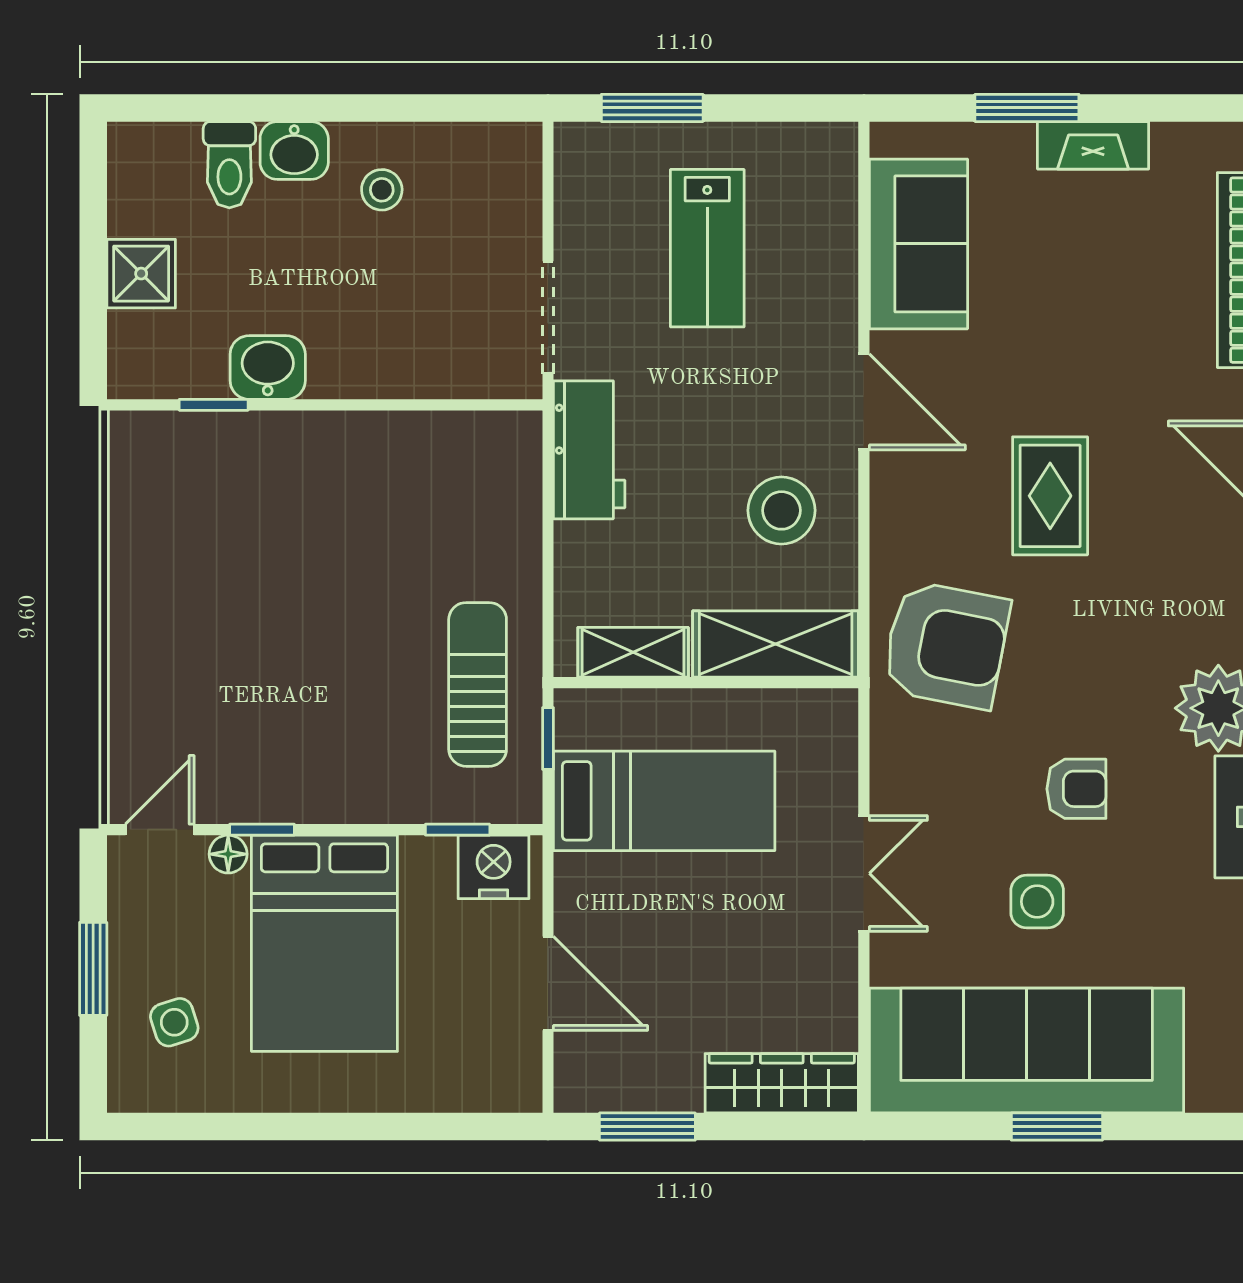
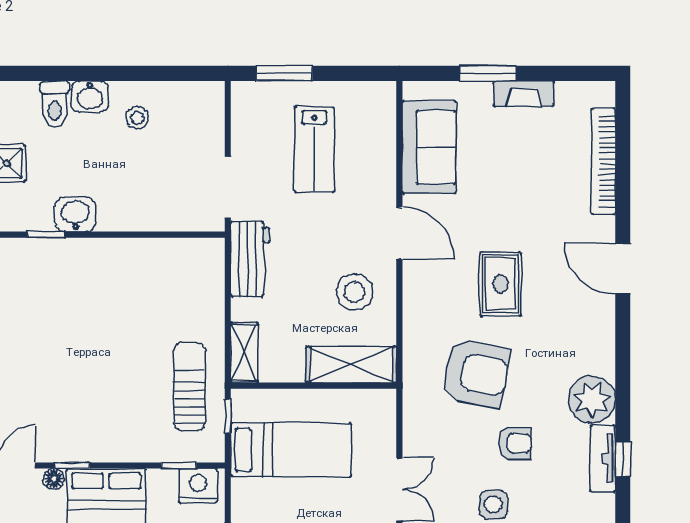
armchair: (946, 645) -> (476, 373), moved
shelving: (633, 652) -> (244, 353), moved, turned 90

